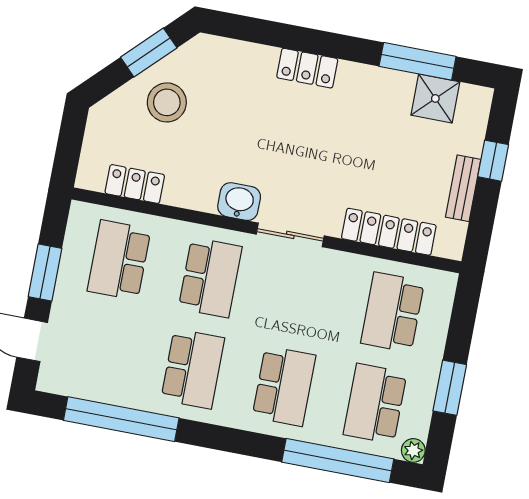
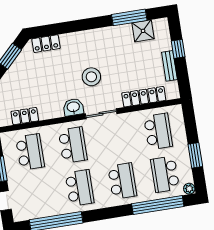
locker: (307, 68) -> (46, 44), moved
stool: (167, 102) -> (91, 77), moved
school desk: (119, 260) -> (30, 152), turned 180
school desk: (392, 312) -> (158, 131), turned 180

